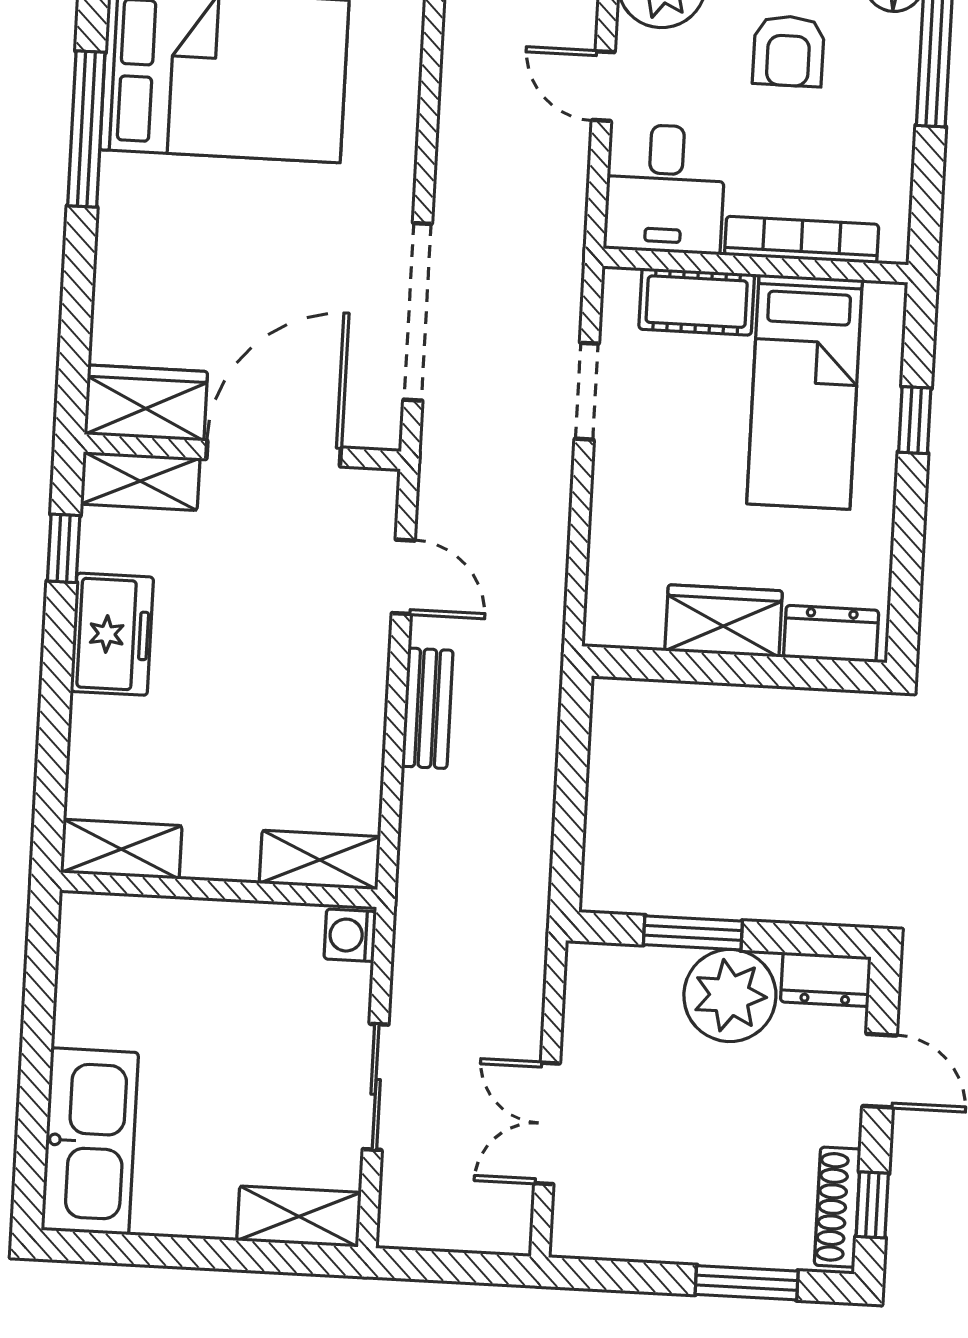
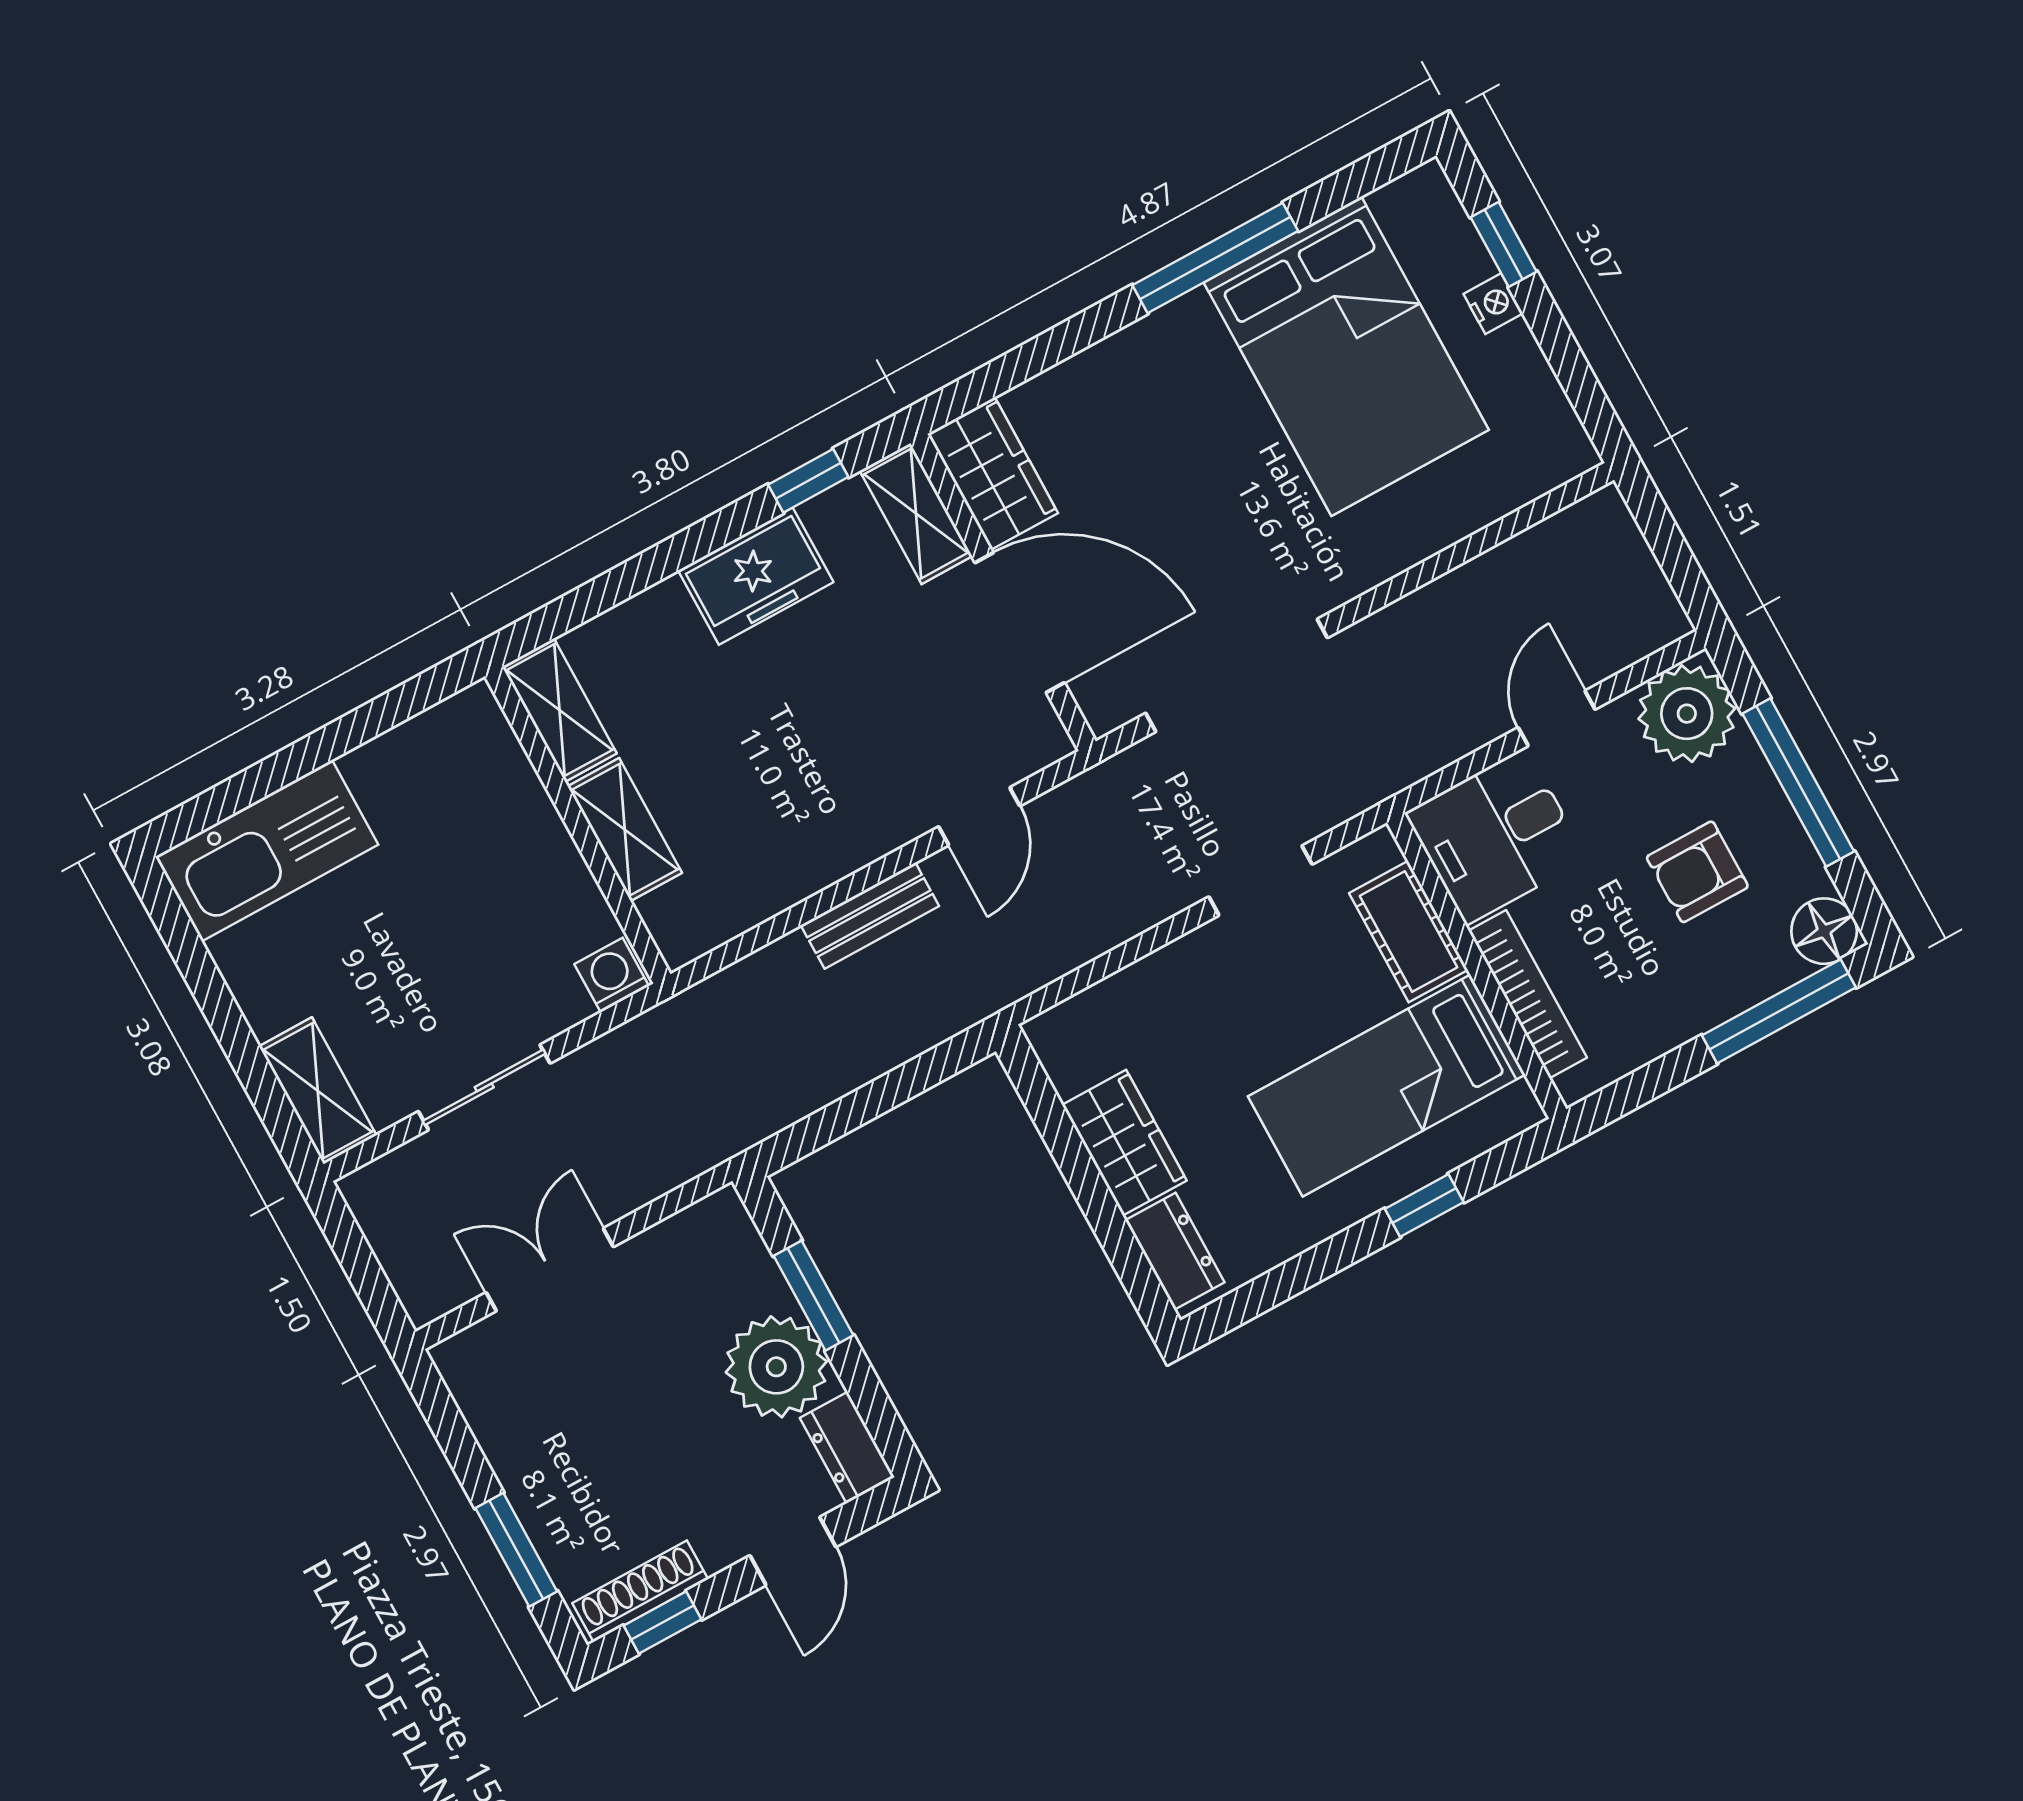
shelving: (320, 860) -> (625, 830), moved

